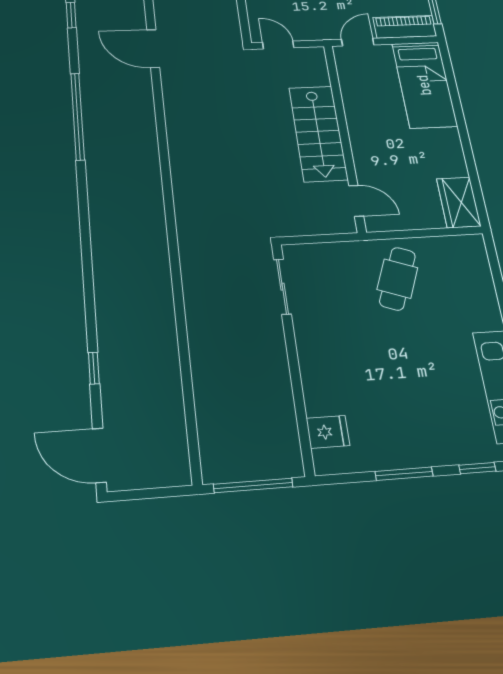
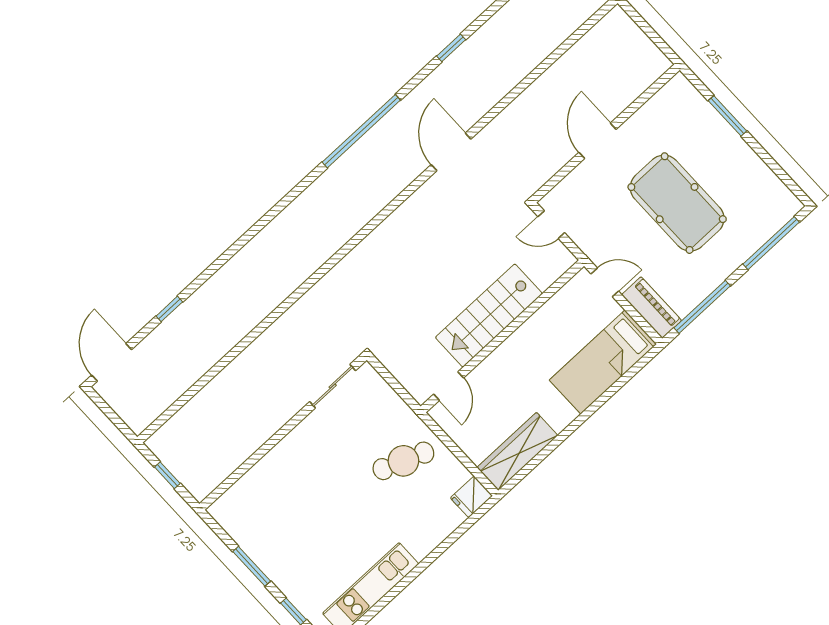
door: (278, 45) -> (551, 225), swing flipped
door: (153, 49) -> (451, 152), moved
wardrobe: (459, 202) -> (517, 451), width x1.50
fridge: (328, 432) -> (471, 497), moved, turned 90
window: (253, 485) -> (167, 475), width x0.46

